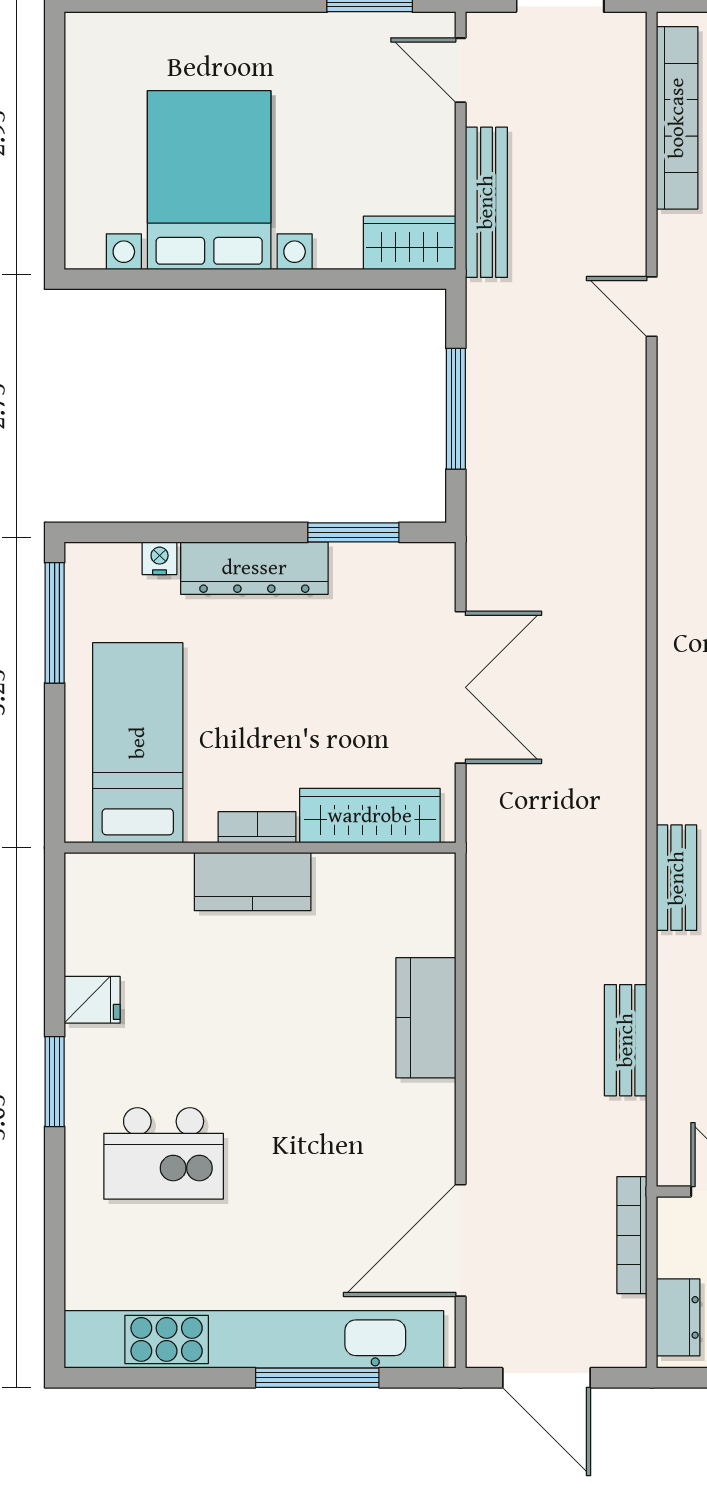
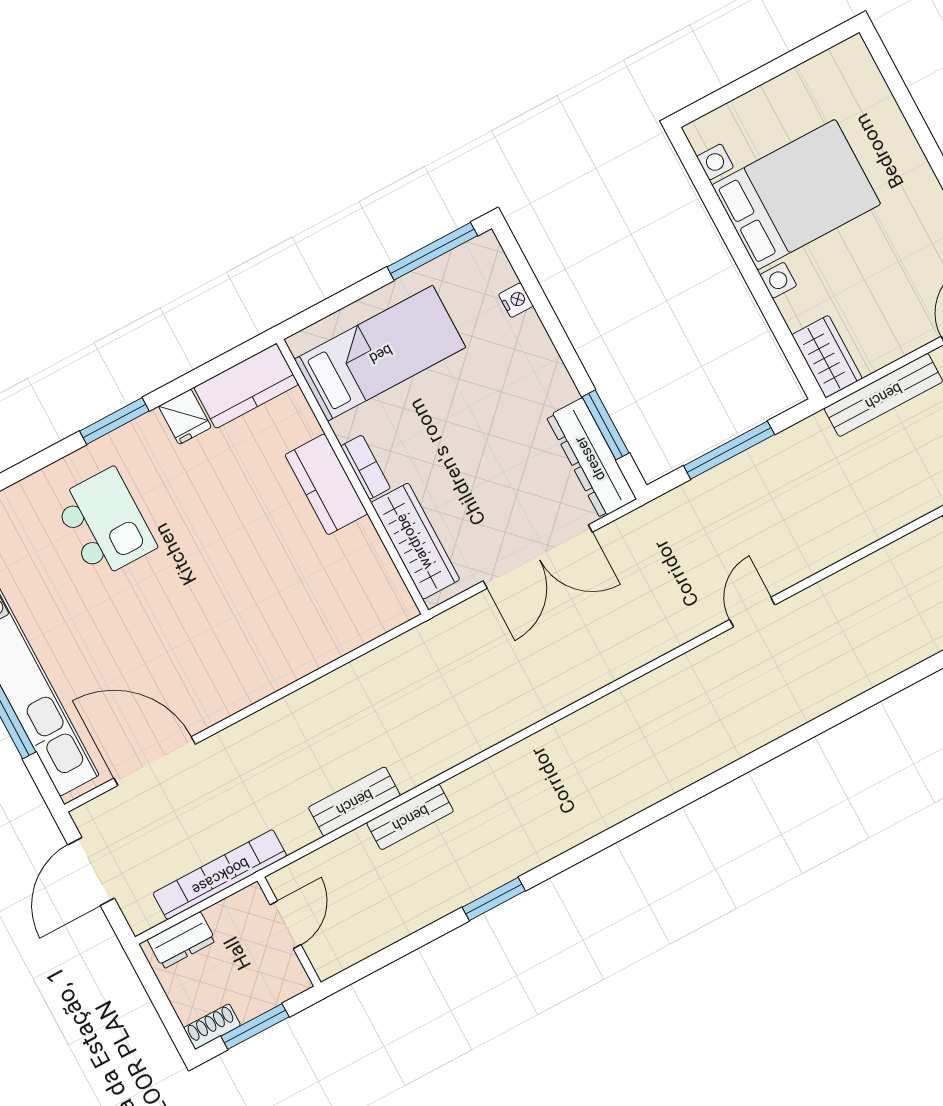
door: (652, 307) -> (752, 612), moved
dresser: (254, 568) -> (591, 458), moved
bench: (677, 878) -> (410, 817), moved
kitchen counter: (426, 1018) -> (246, 386), moved, turned 180
kitchen island: (164, 1153) -> (105, 523), turned 180
bookcase: (632, 1235) -> (220, 875), width x1.48, depth x1.31

